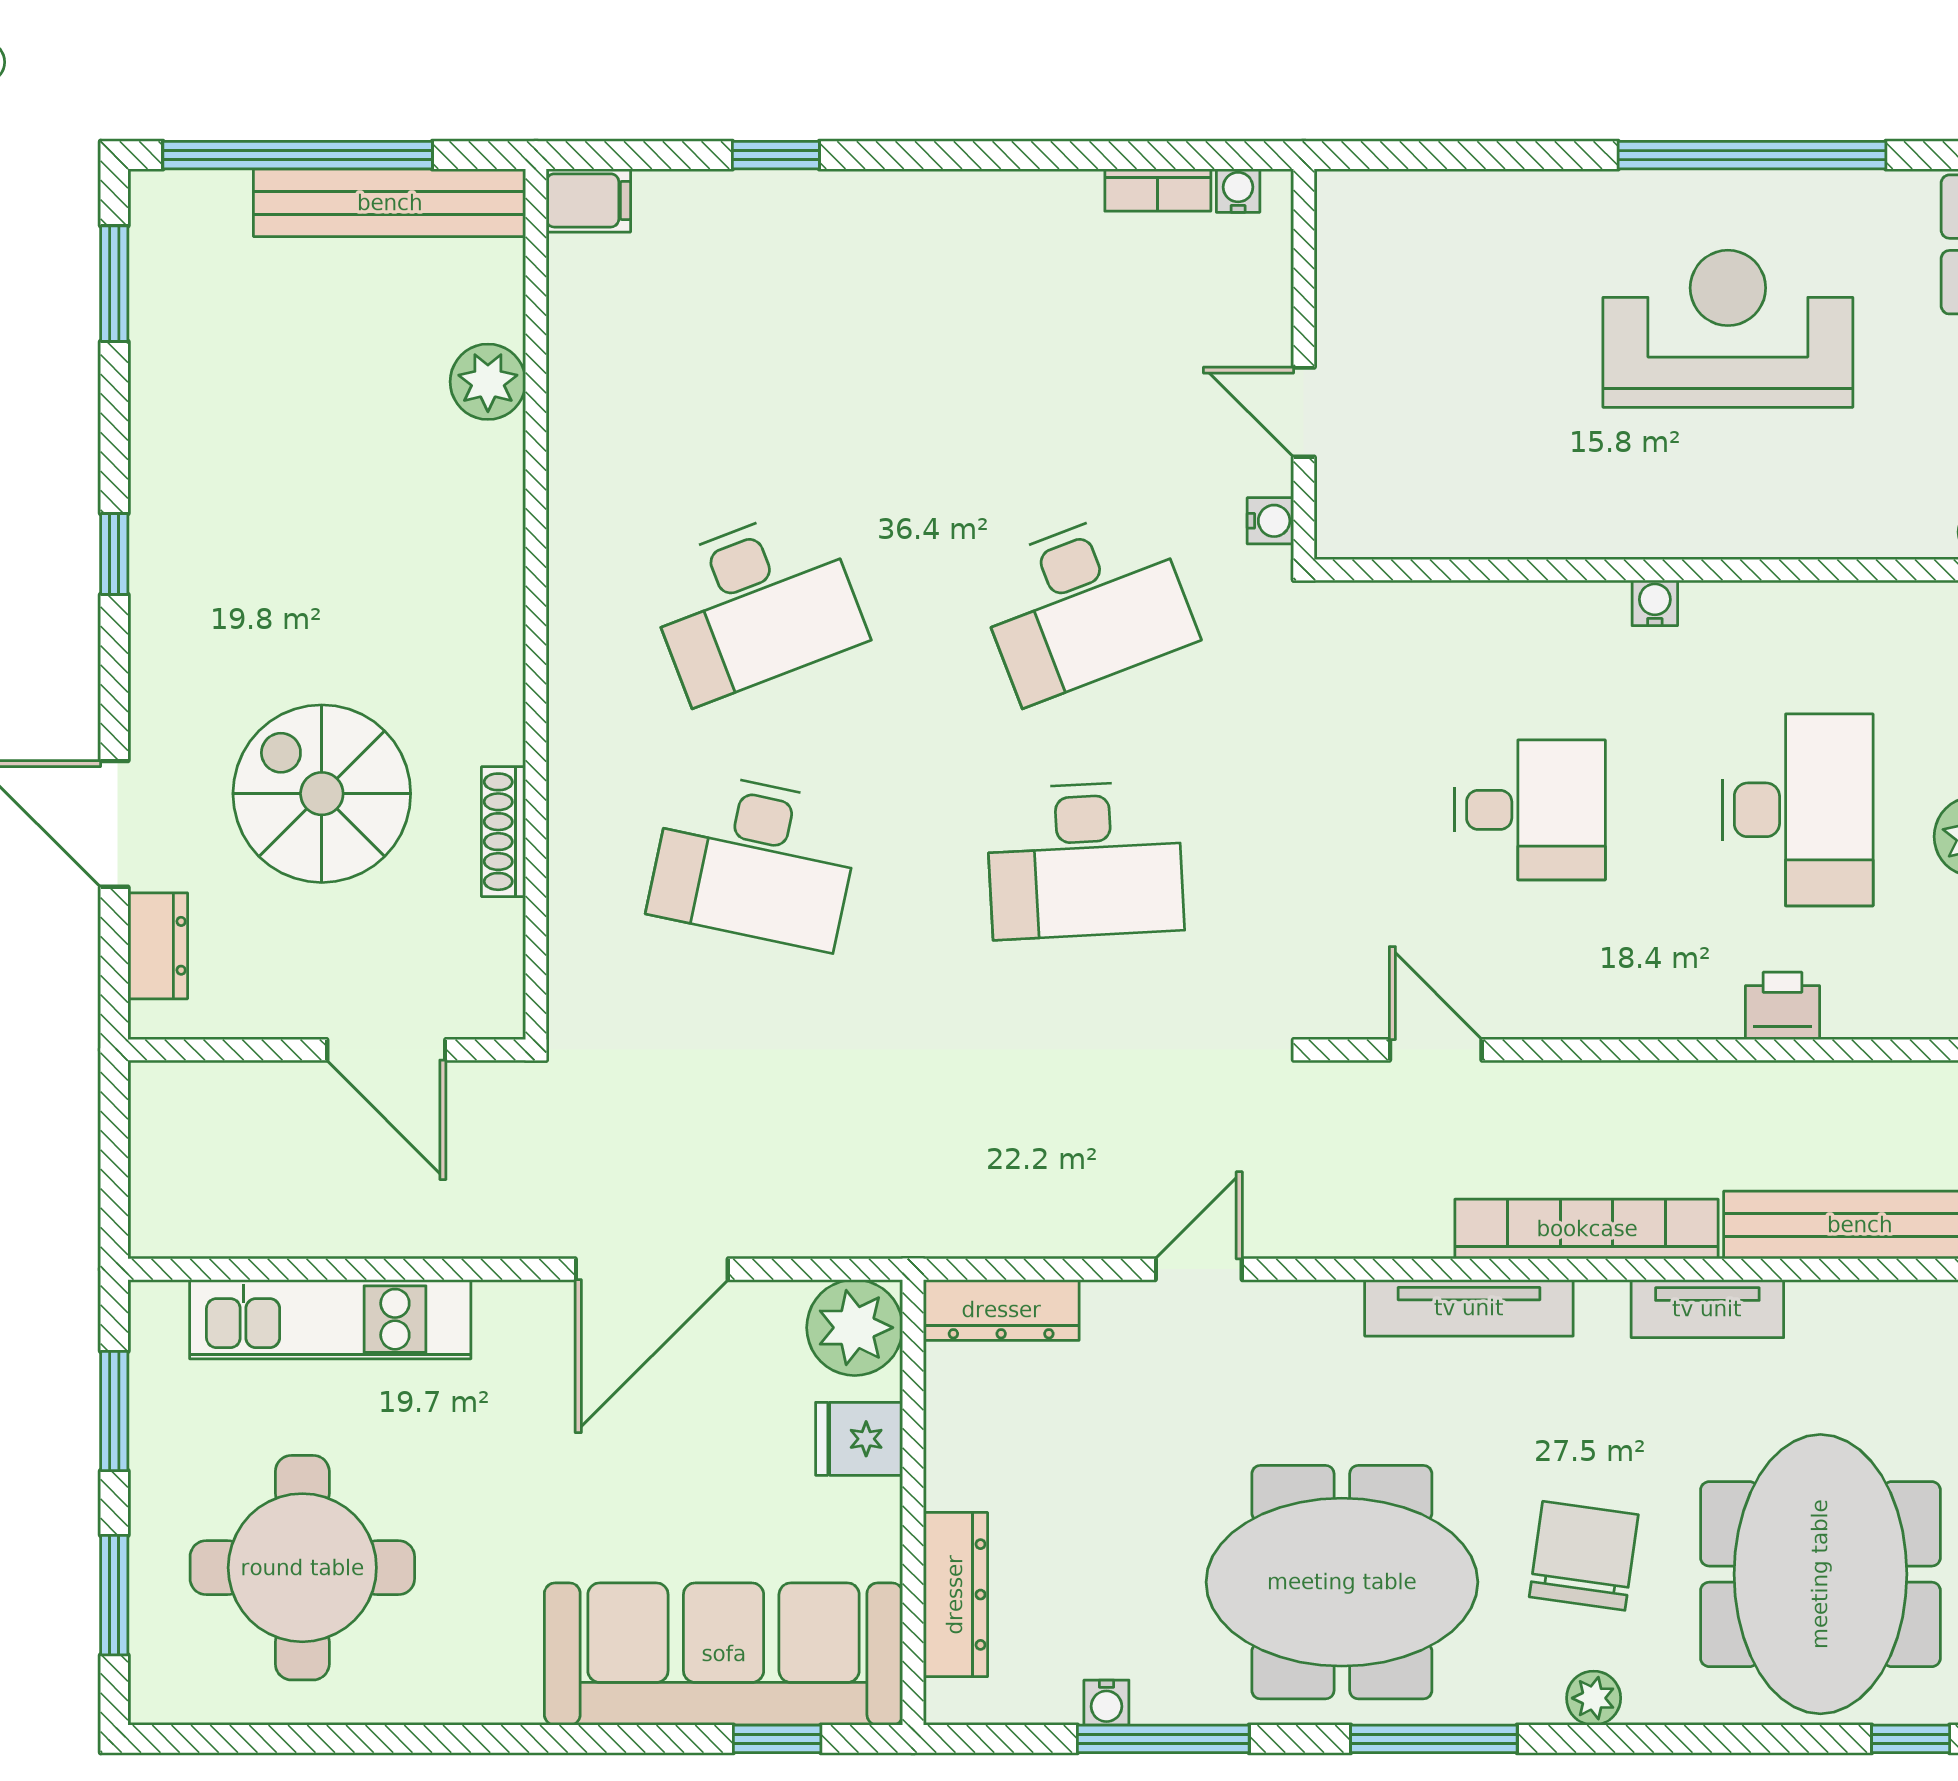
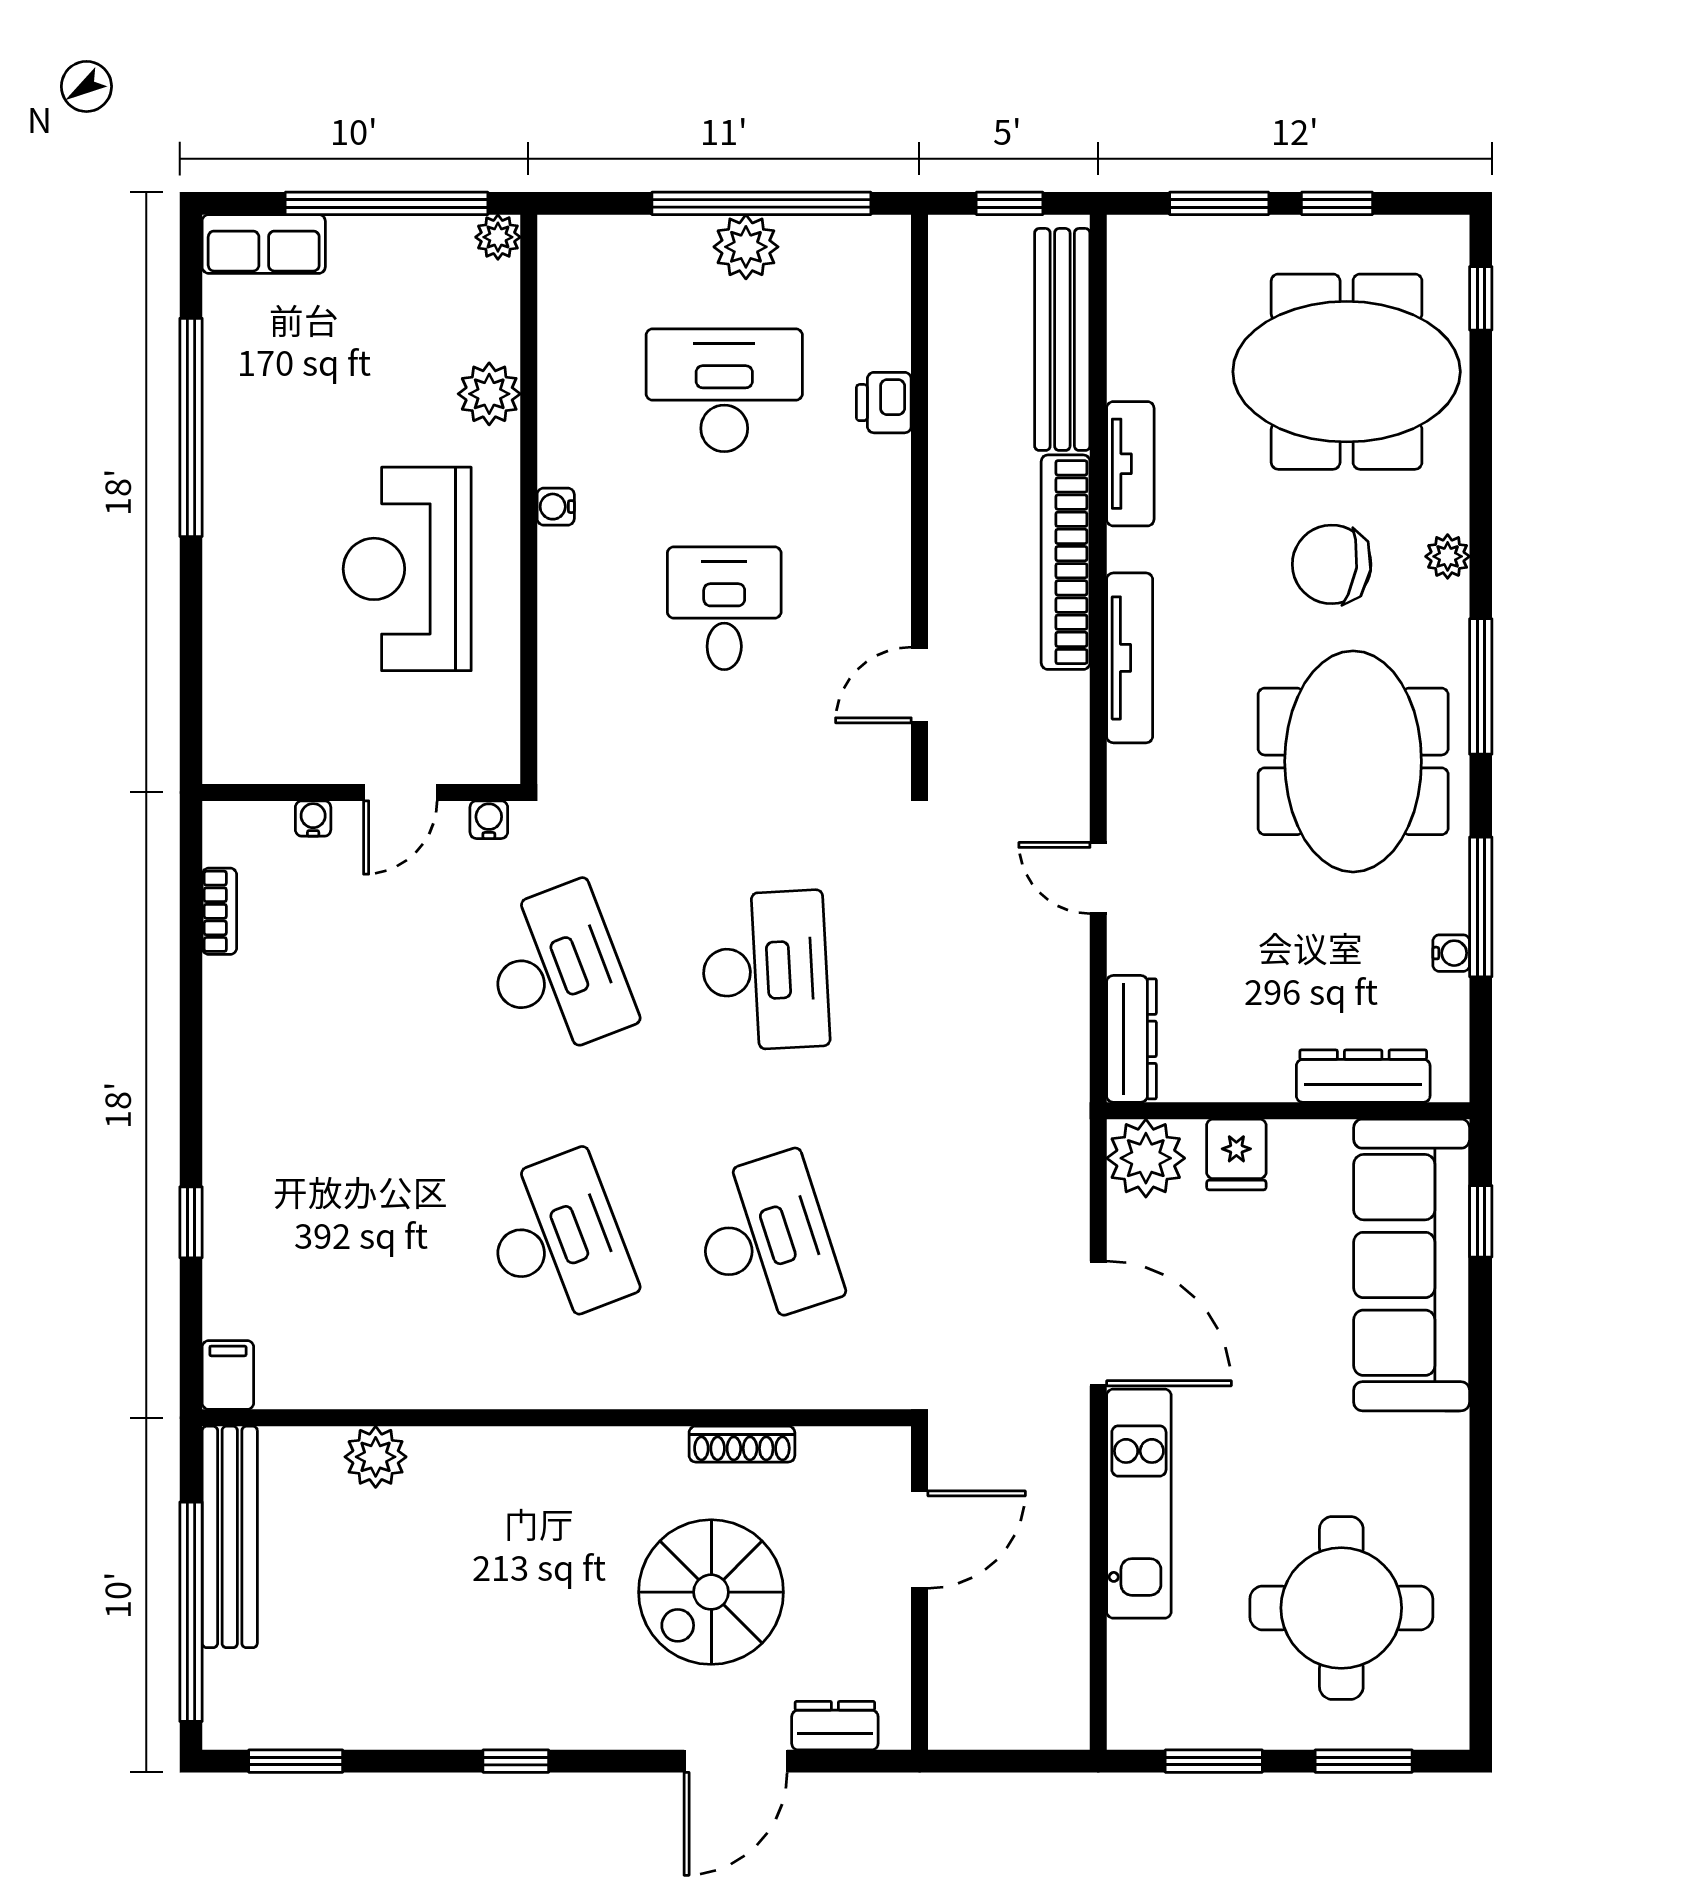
water cooler: (1238, 191) -> (313, 819), moved, turned 90
reception desk: (1728, 329) -> (407, 569), moved
plant: (1793, 521) -> (489, 394), added
desk: (755, 860) -> (765, 1240), turned -30
kitchen unit: (330, 1319) -> (1139, 1504), moved

